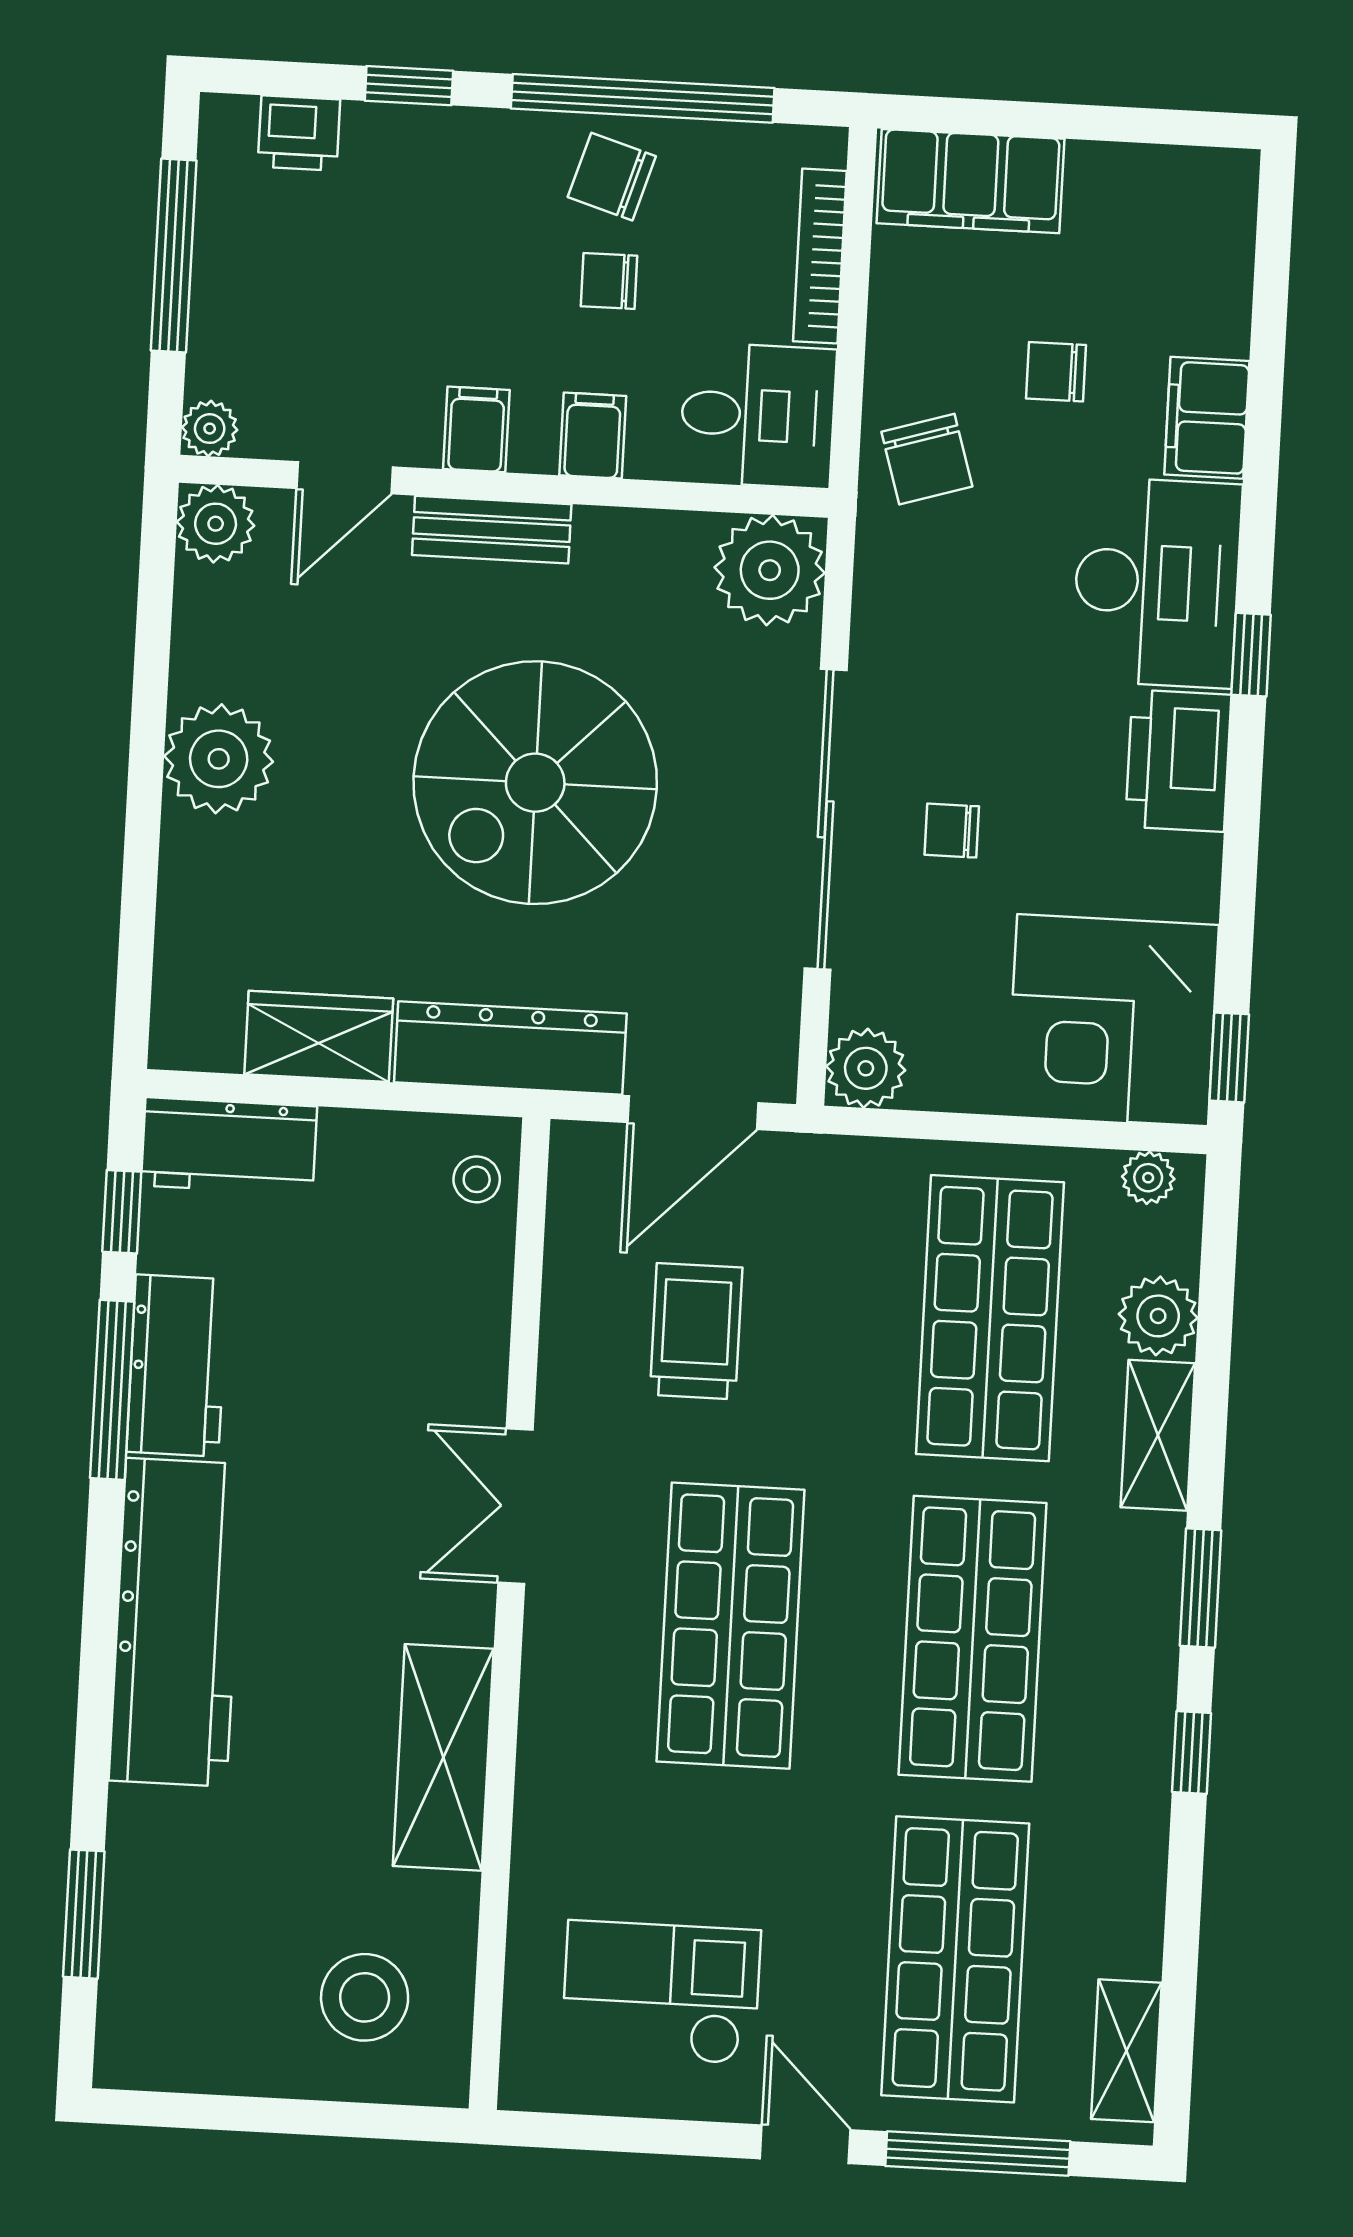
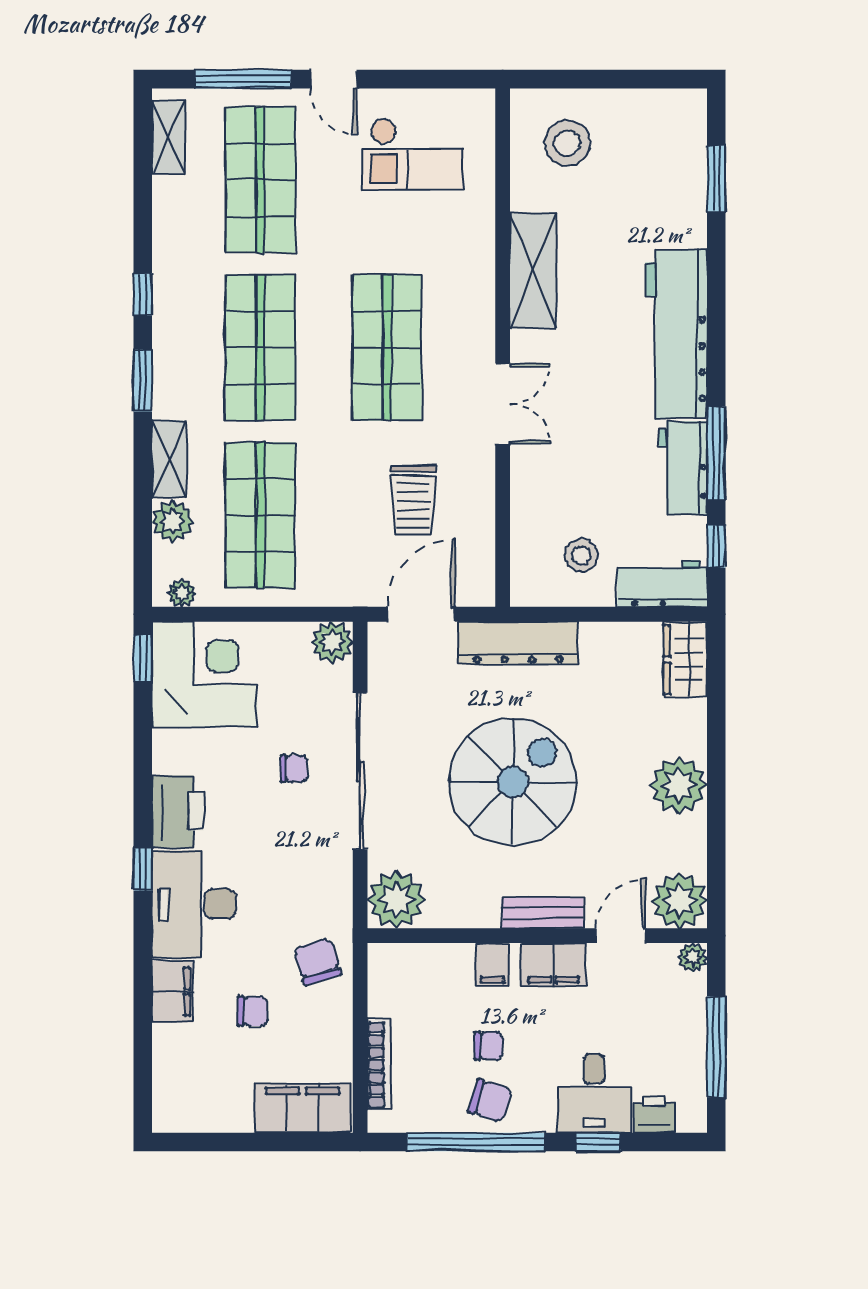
desk: (758, 415) -> (594, 1093), moved, turned -90
filing cabinet: (476, 429) -> (553, 965), width x2.00
plant: (216, 524) -> (679, 901), width x1.36, depth x1.36
wardrobe: (319, 1036) -> (685, 659), moved, turned 90
stool: (477, 1179) -> (581, 555), moved, width x1.37, depth x1.37

